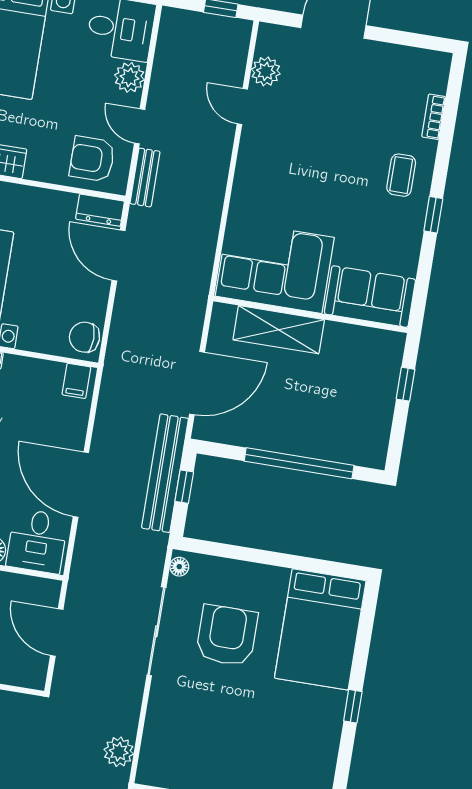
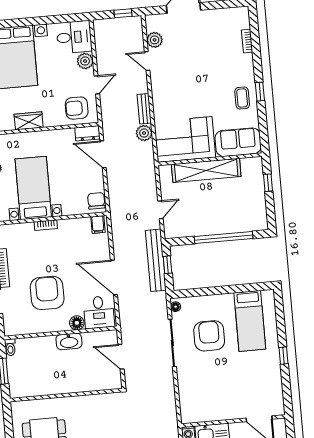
door: (140, 126) -> (97, 85), swing flipped
coffee table: (401, 175) -> (242, 98), moved
bench: (145, 177) -> (144, 109), moved
shelving: (279, 330) -> (206, 170), width x1.47
chair: (84, 337) -> (96, 201), turned 90
door: (197, 383) -> (160, 210), width x0.53
bed: (320, 629) -> (250, 321), width x0.67
plant: (119, 752) -> (144, 133), moved

